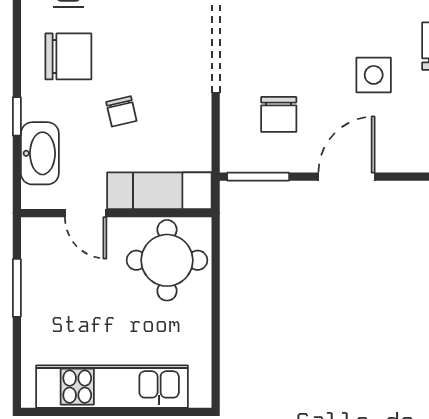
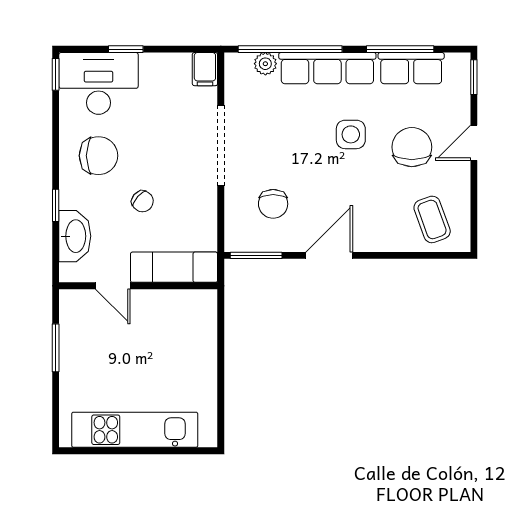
side table: (374, 75) -> (351, 134), moved
chair: (121, 111) -> (142, 201), turned -36
round table: (167, 260) -> (180, 325), removed

